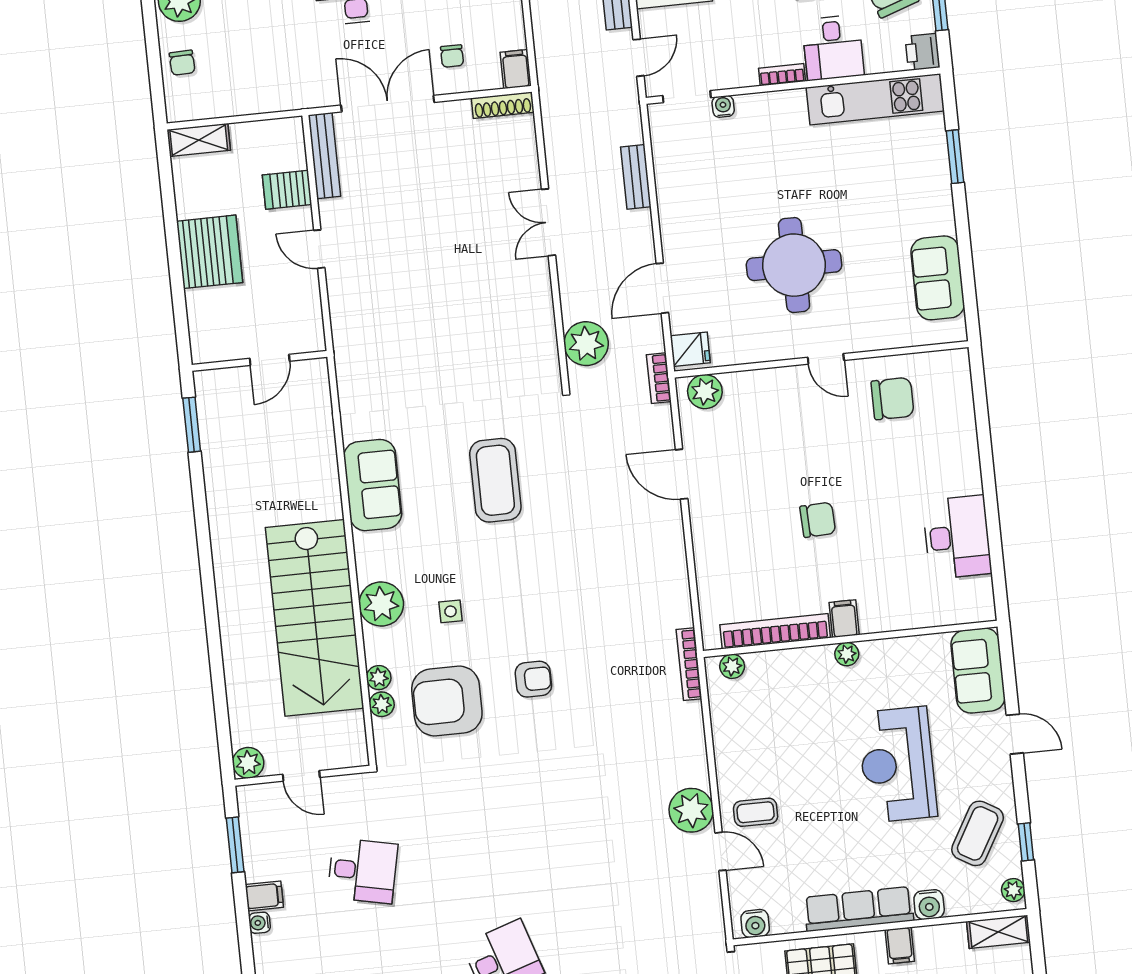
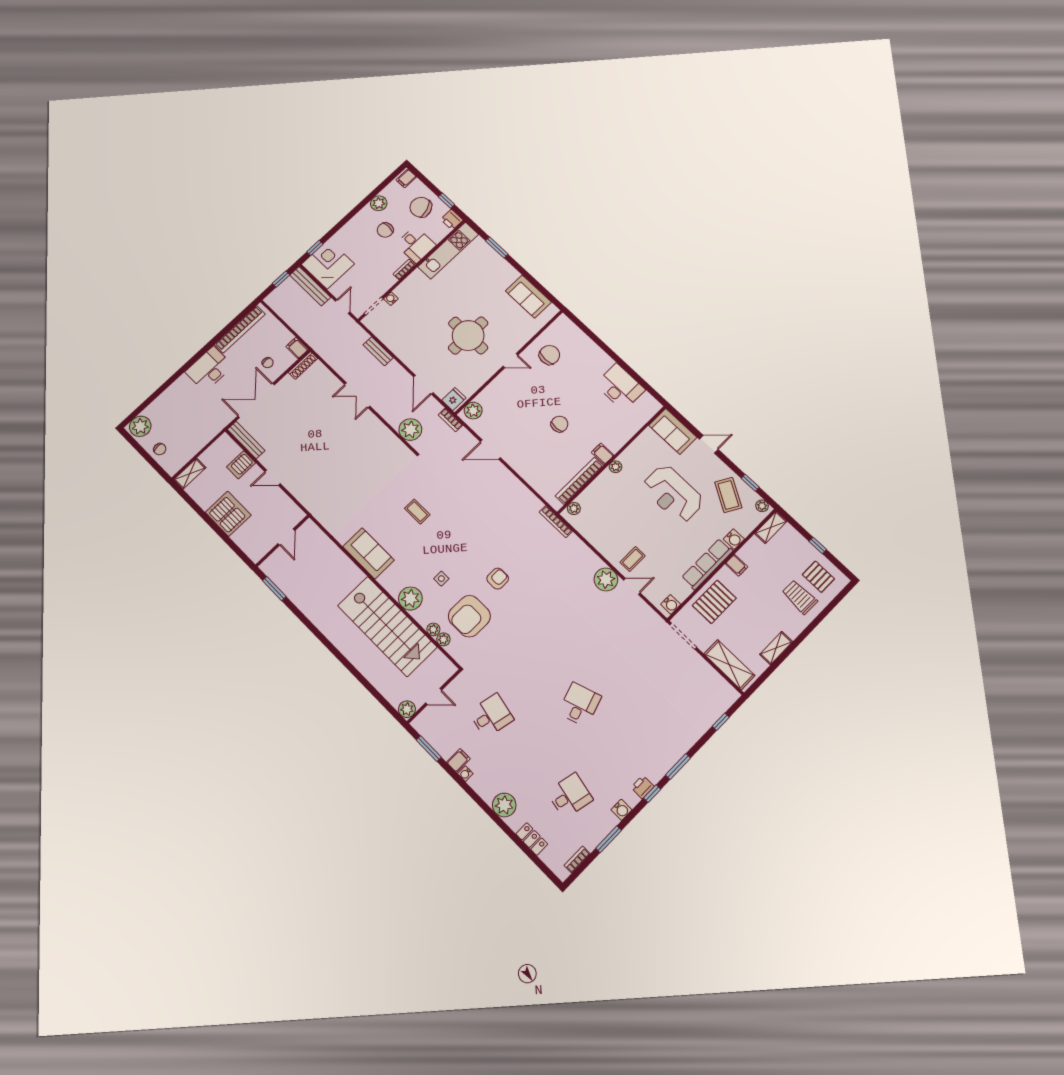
coffee table: (495, 480) -> (417, 512), width x0.54, depth x0.58

